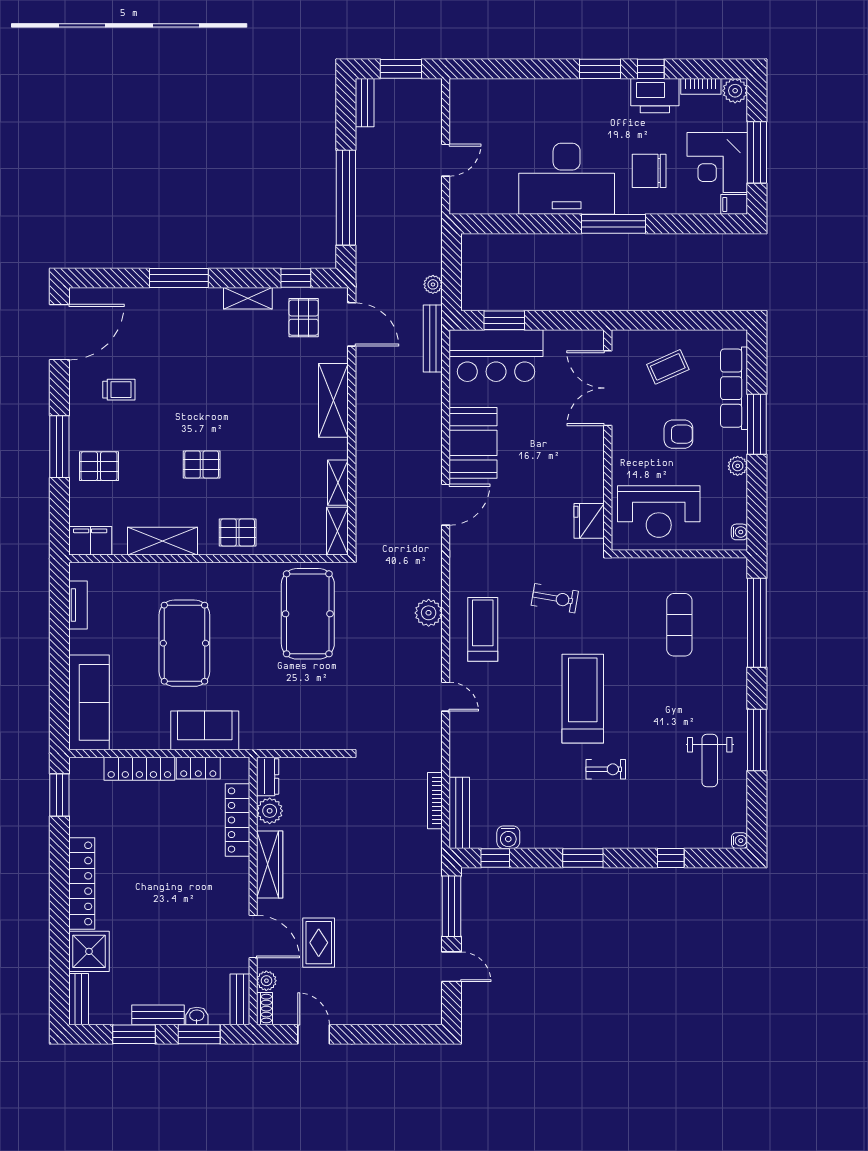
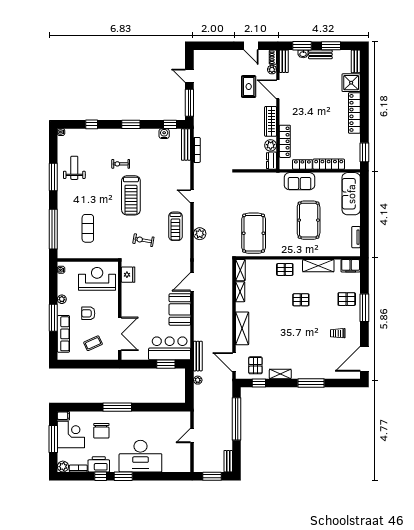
chair: (649, 171) -> (101, 431), turned 90
desk: (567, 179) -> (140, 456), moved, turned 180

